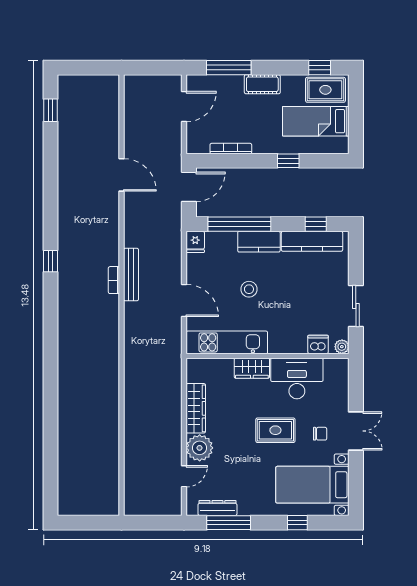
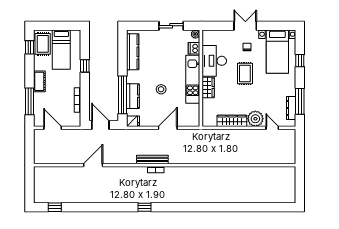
window: (316, 224) -> (122, 50), removed
kitchen counter: (259, 242) -> (133, 96), moved
kitchen unit: (227, 342) -> (193, 79), moved

